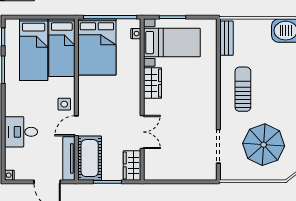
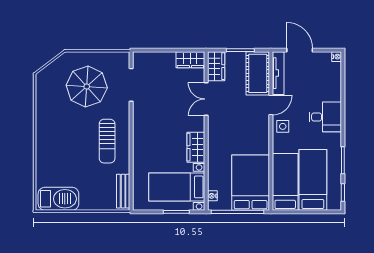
desk: (21, 132) -> (325, 117), moved
wardrobe: (158, 172) -> (190, 60), added

